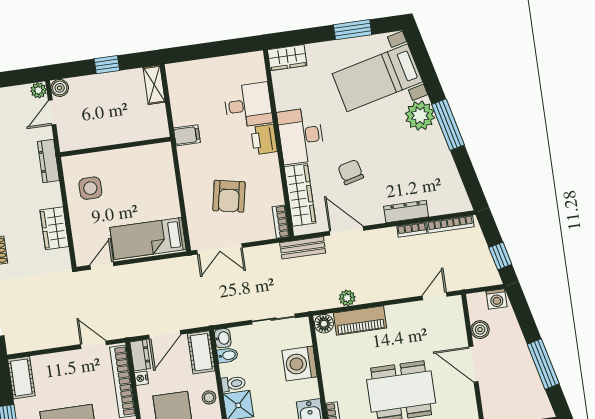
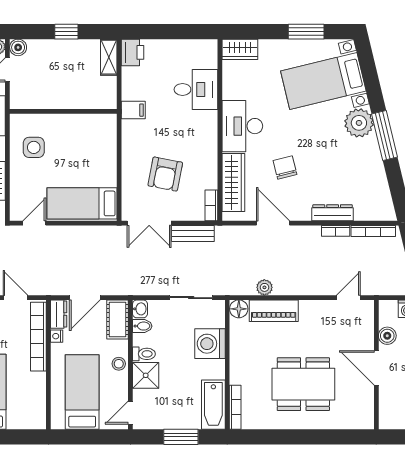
printer: (264, 140) -> (133, 52), moved, turned 180
bench: (303, 248) -> (193, 233), moved

